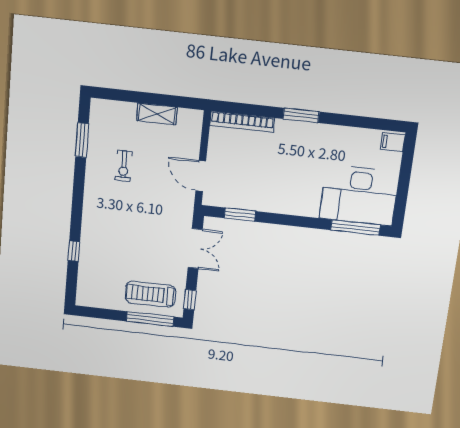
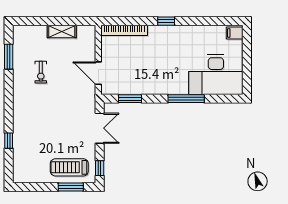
window: (301, 115) -> (166, 21), width x0.67
window: (355, 228) -> (186, 99), moved
window: (150, 319) -> (71, 187), width x0.69

